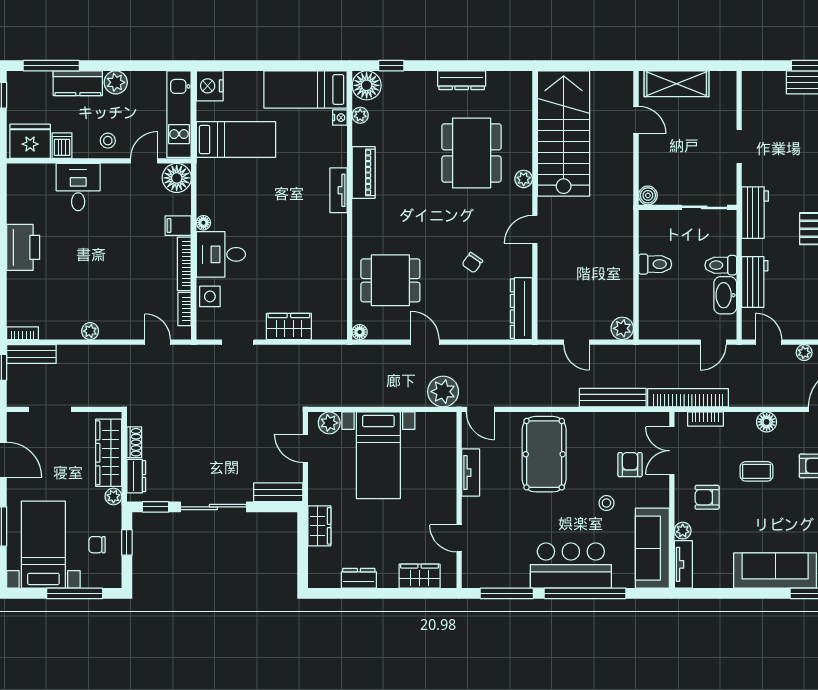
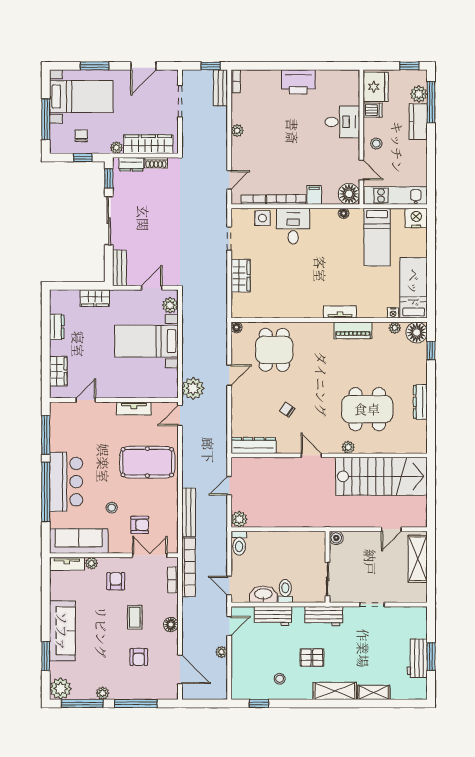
plant: (116, 82) -> (419, 94), moved
floor lamp: (203, 223) -> (344, 213), moved
toilet: (655, 264) -> (239, 543), moved

